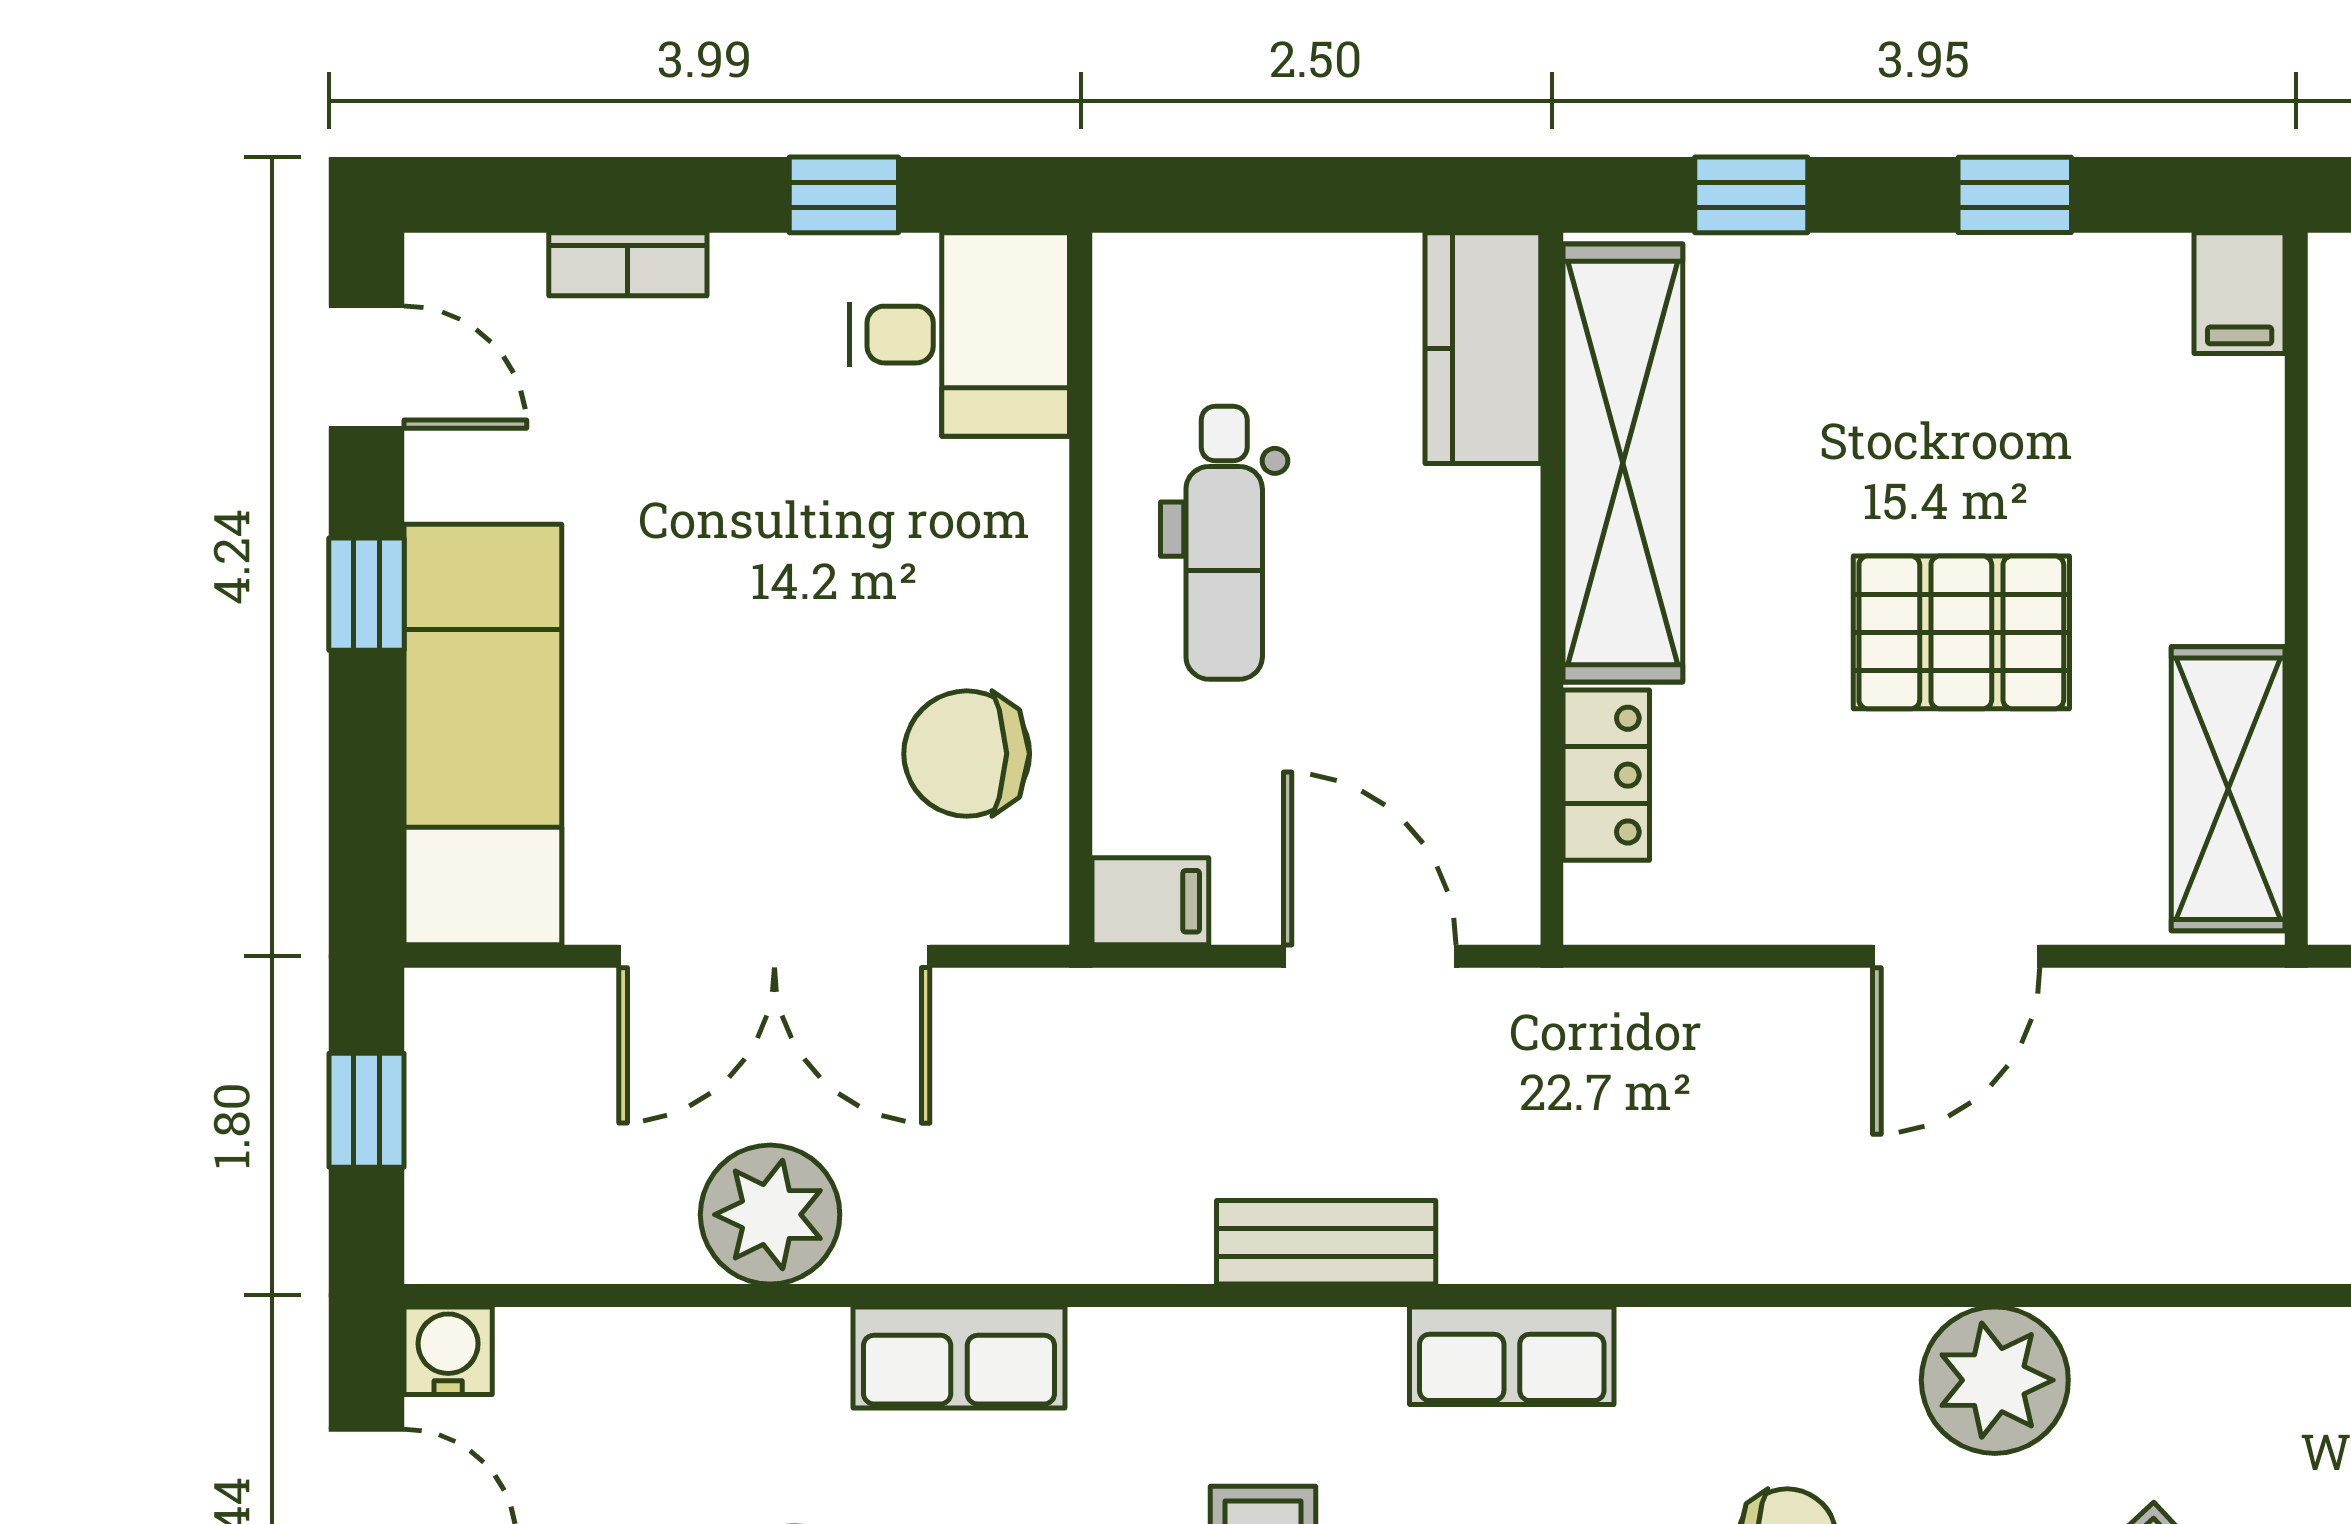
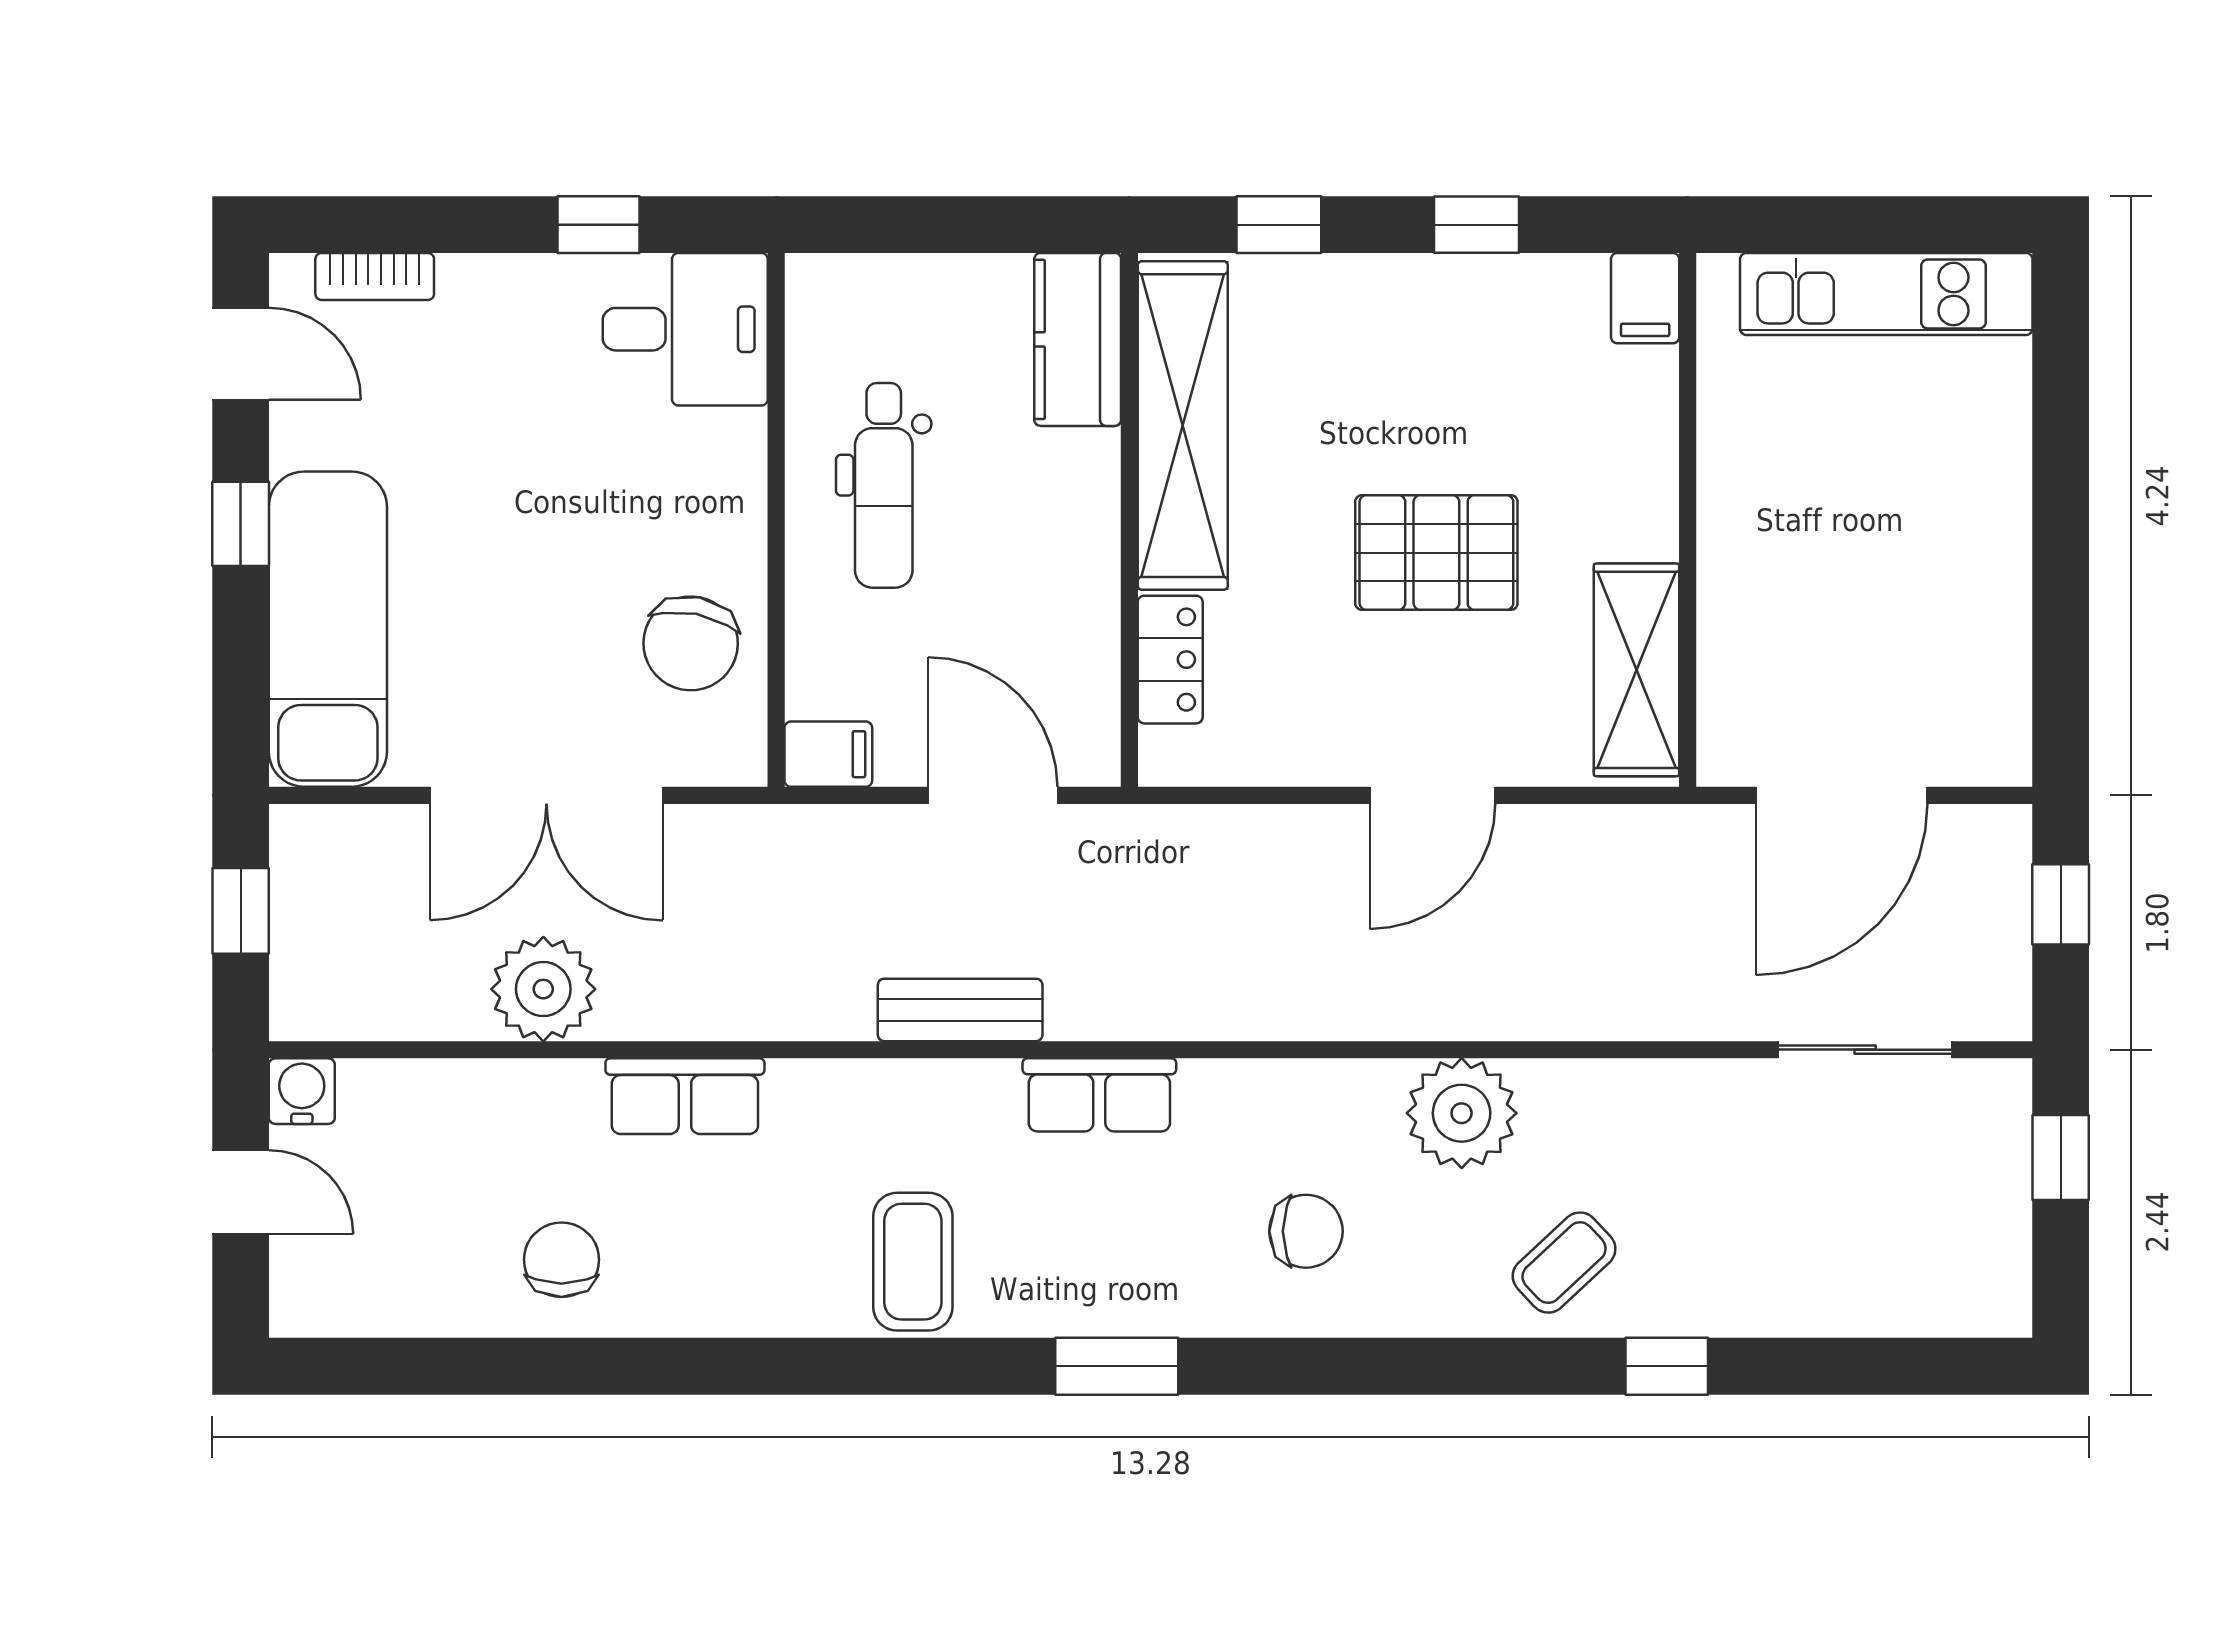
bookcase: (628, 264) -> (375, 276), moved
chair: (967, 754) -> (691, 643), turned -79

